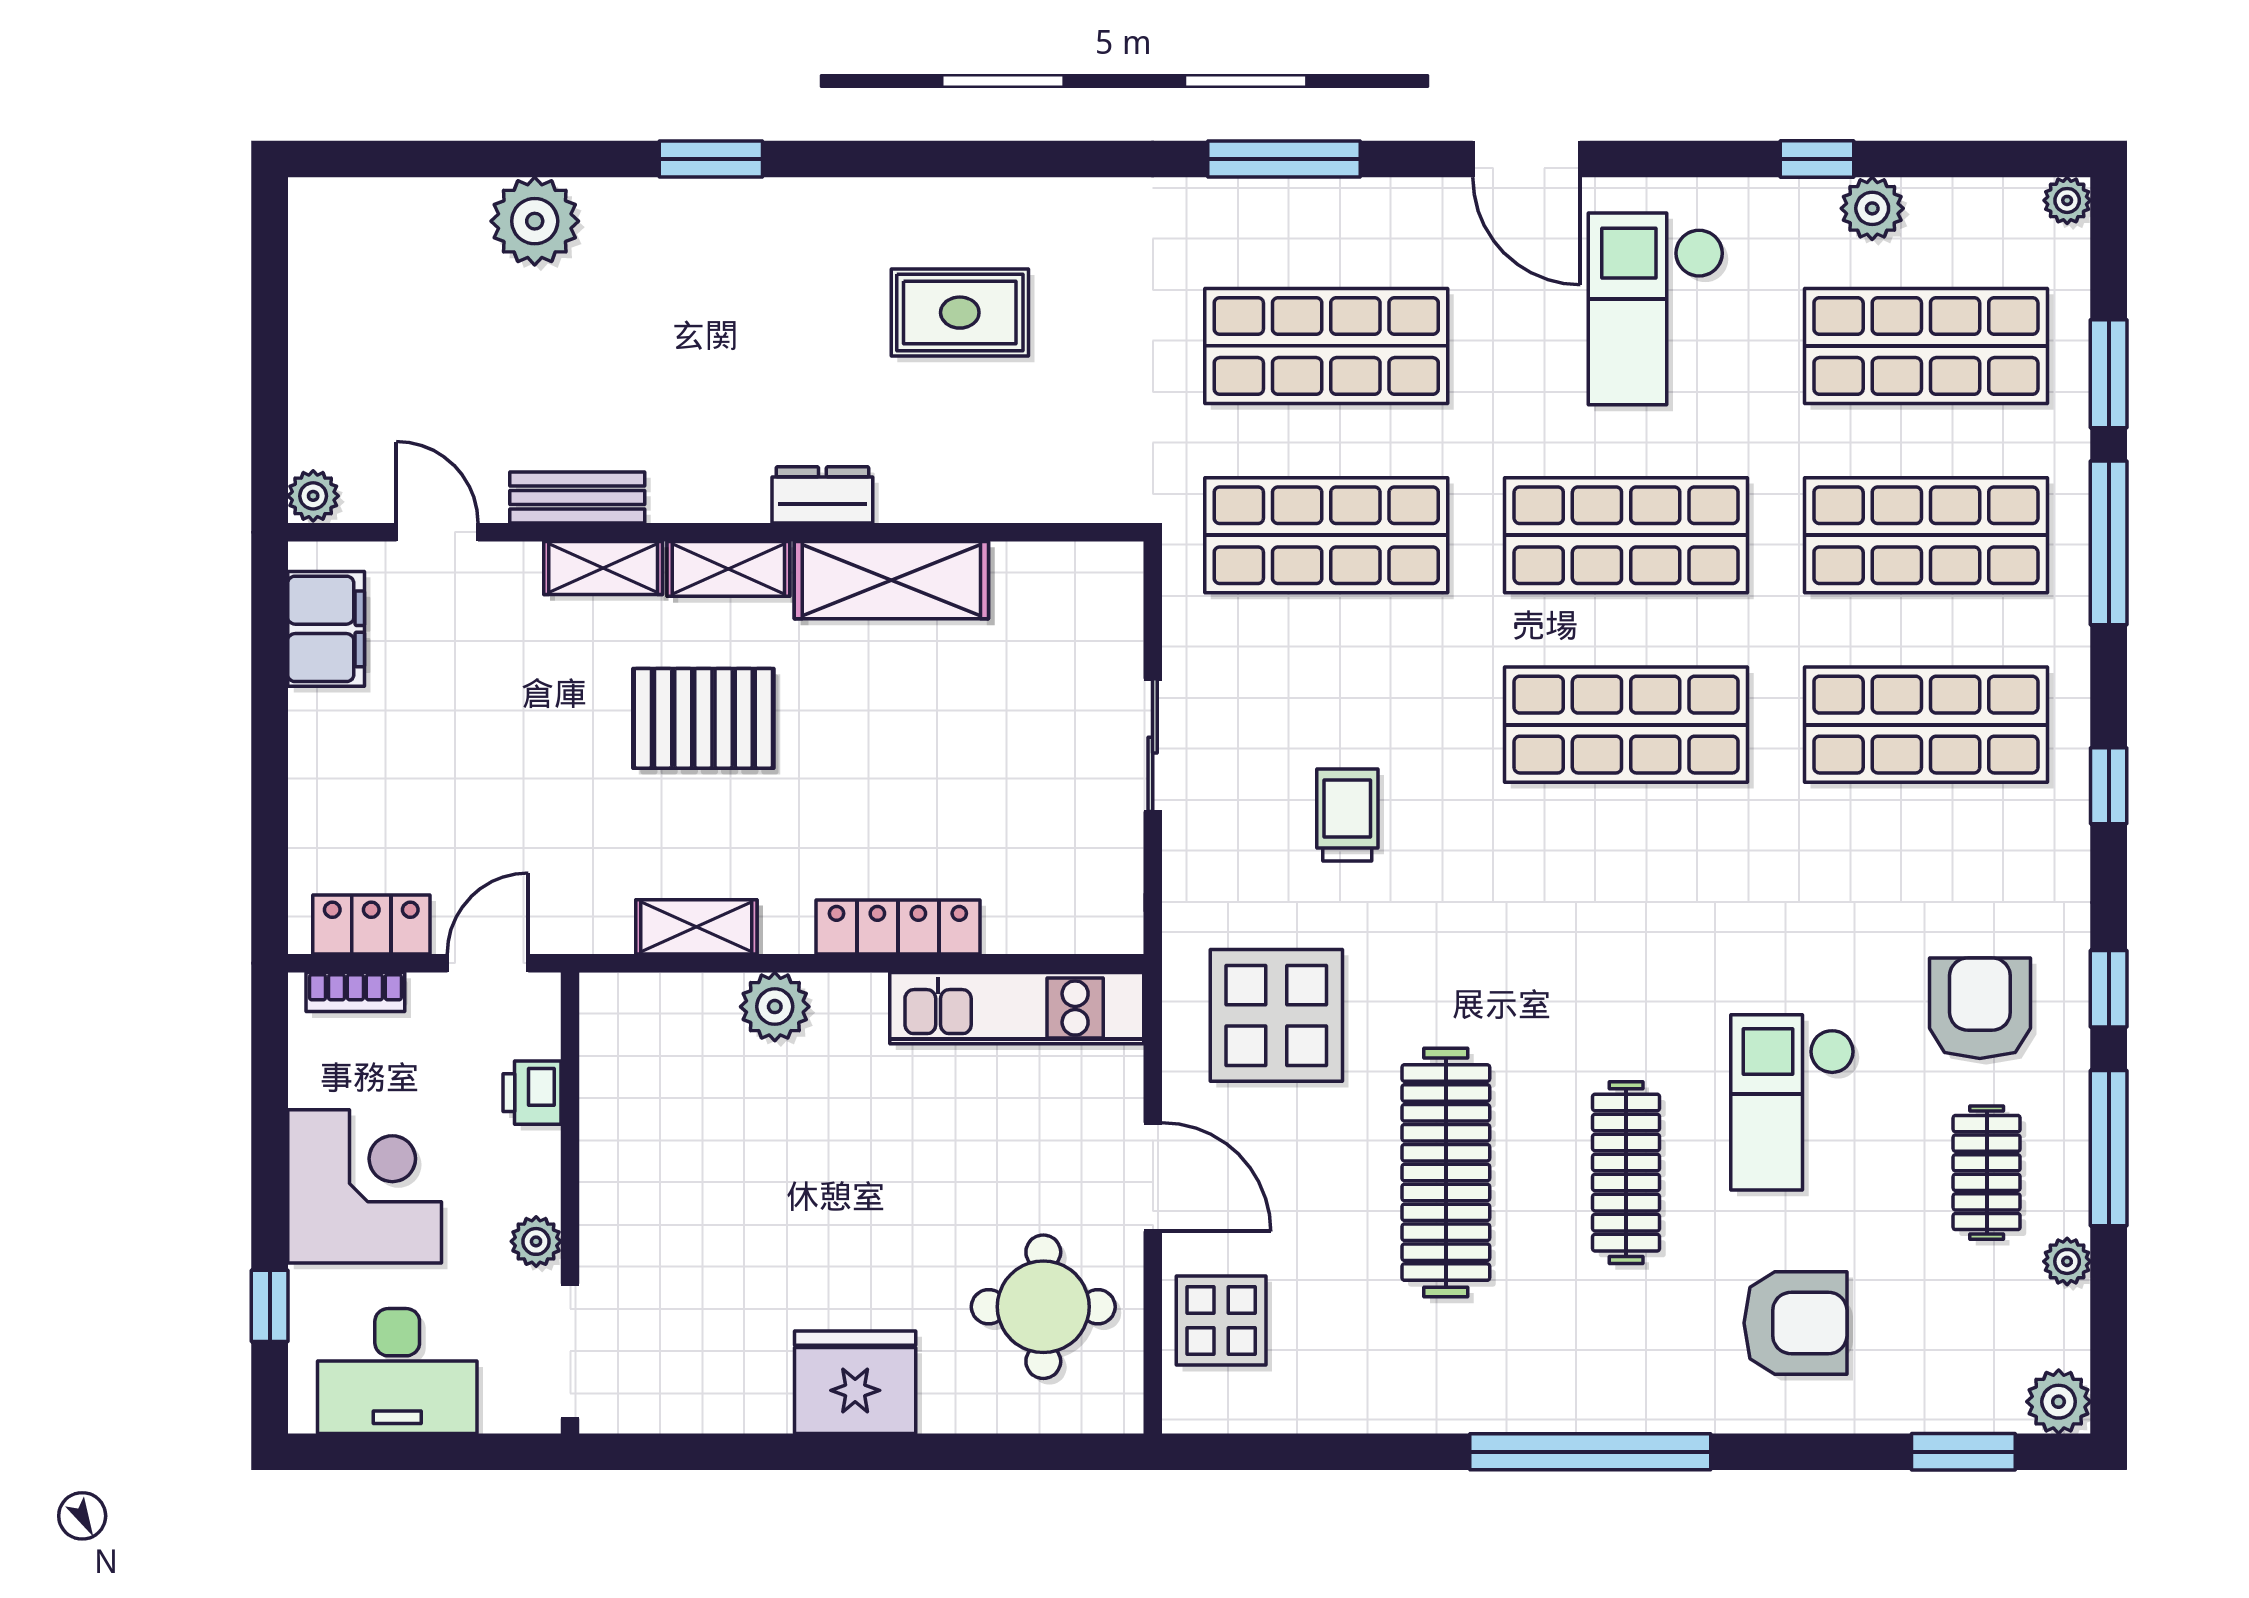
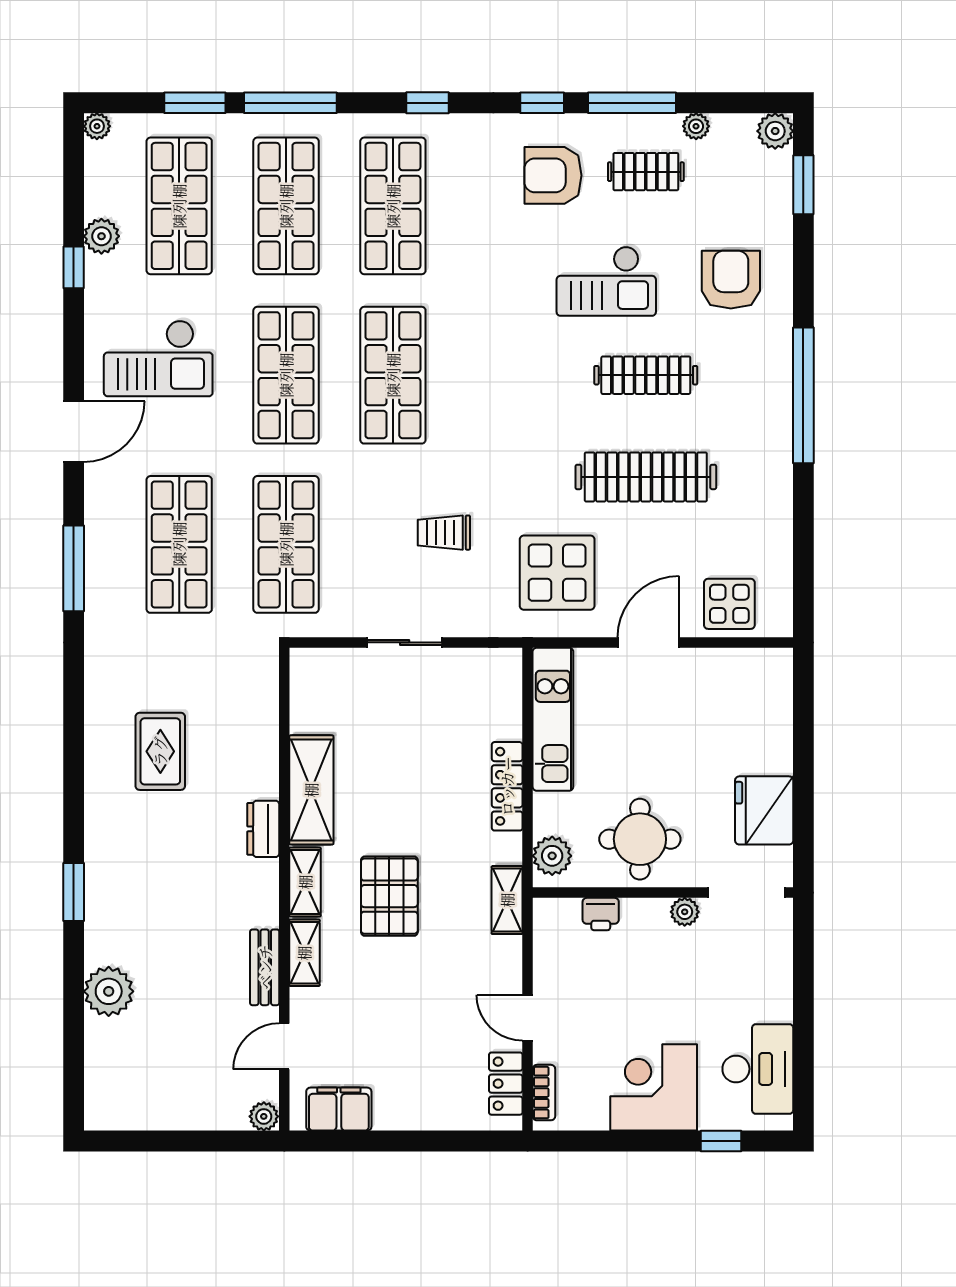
printer: (532, 1093) -> (601, 914), moved
wall: (570, 1203) -> (663, 893), moved
plant: (536, 1241) -> (685, 912), moved
round table: (1043, 1307) -> (640, 839), moved
doorway: (570, 1351) -> (747, 893), moved

